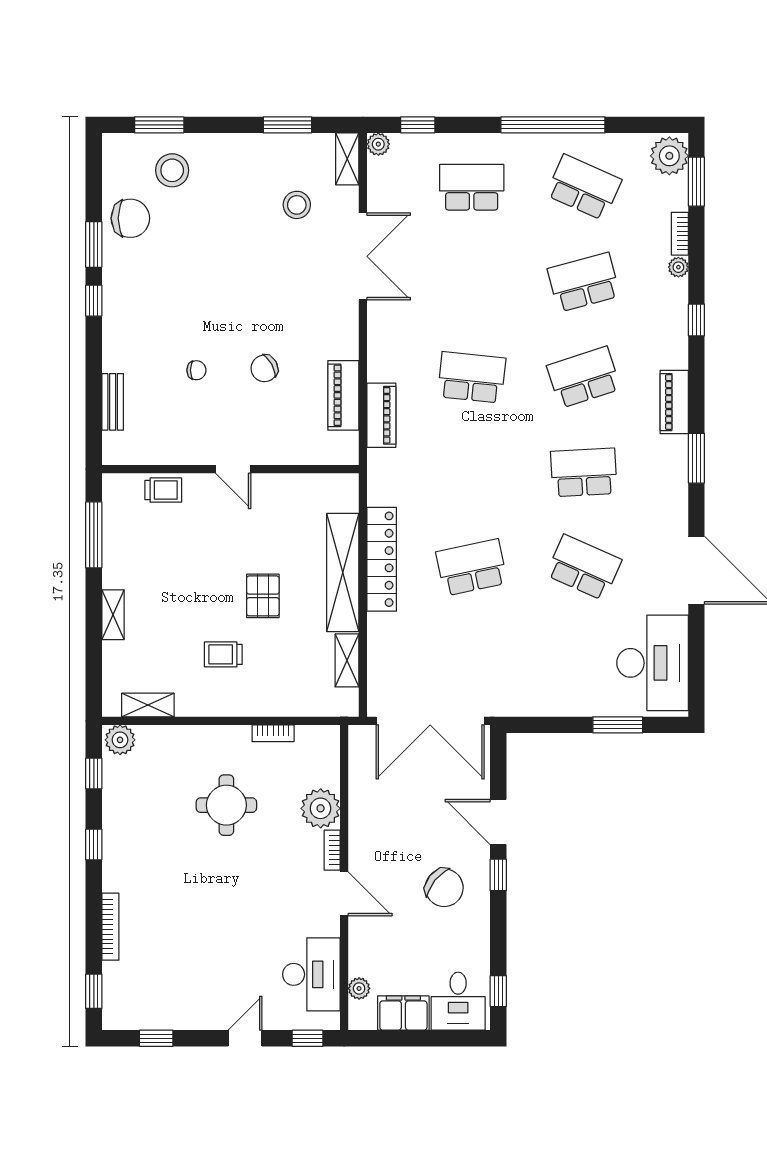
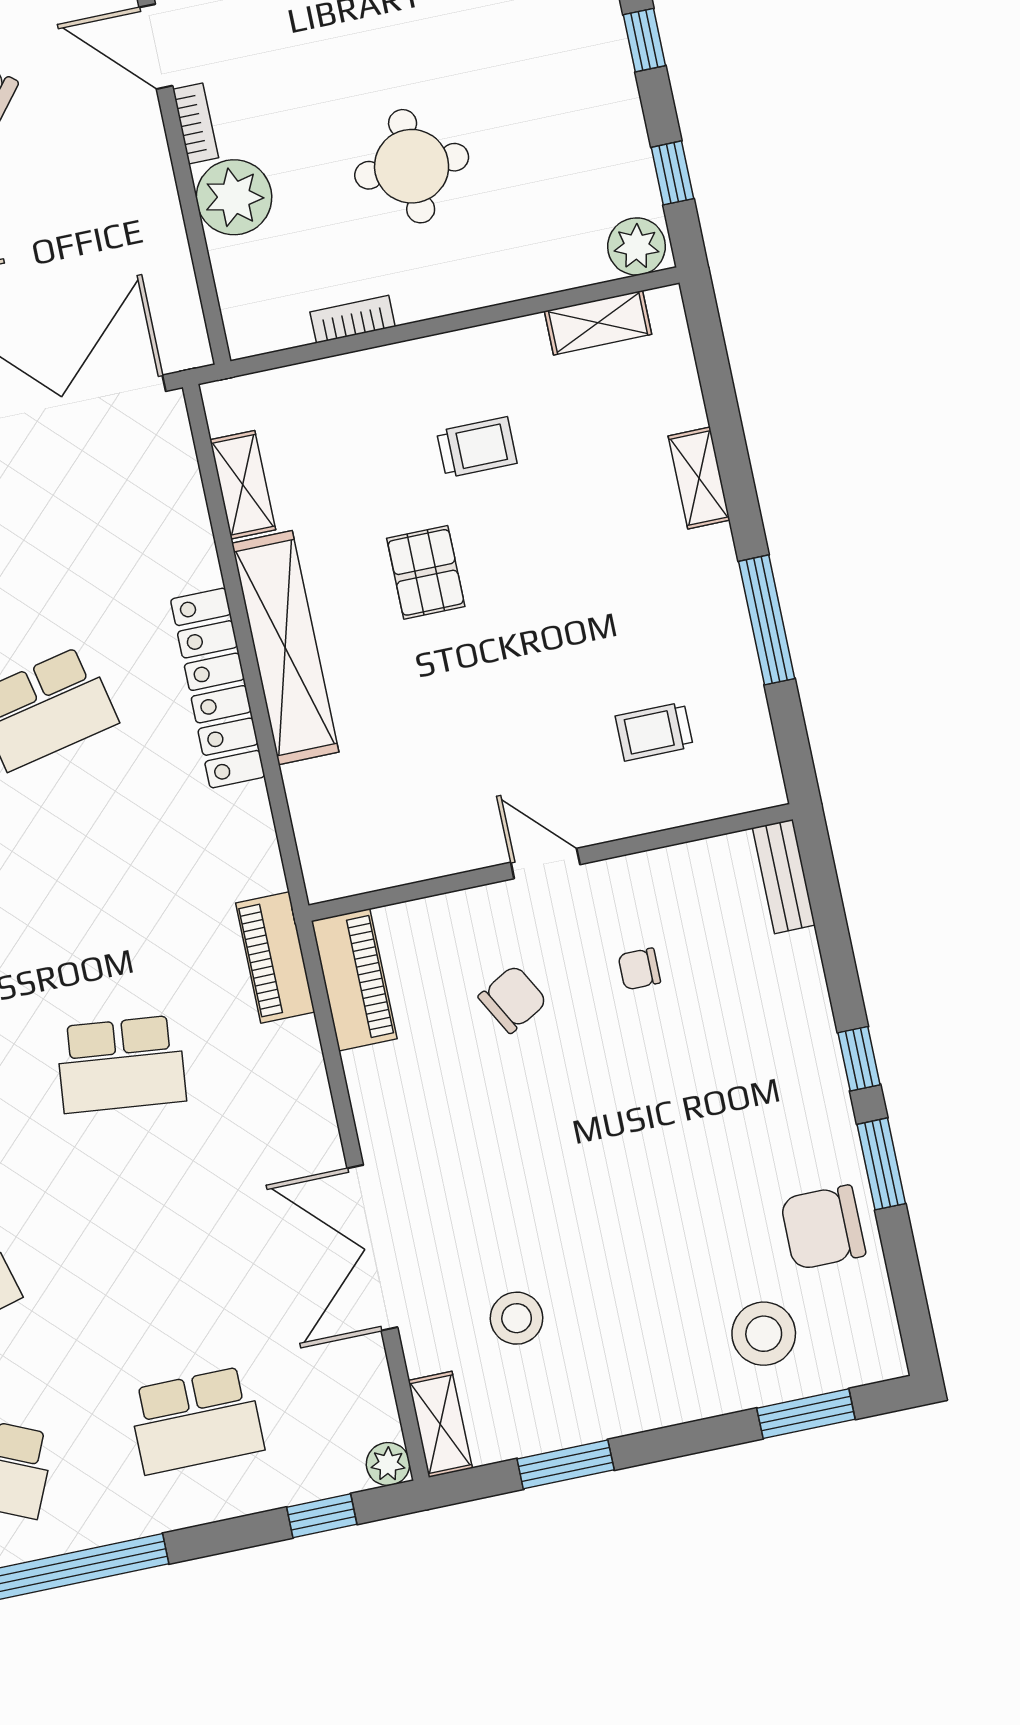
wall: (230, 469) -> (550, 862), moved
door: (233, 469) -> (545, 863), moved

